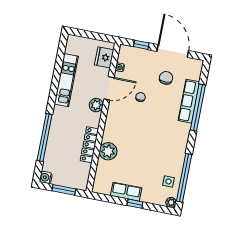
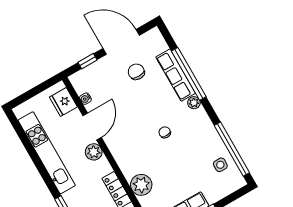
kitchen unit: (66, 80) -> (47, 153), width x1.36
chair: (141, 97) -> (165, 132), moved
plant: (171, 202) -> (194, 103), moved

